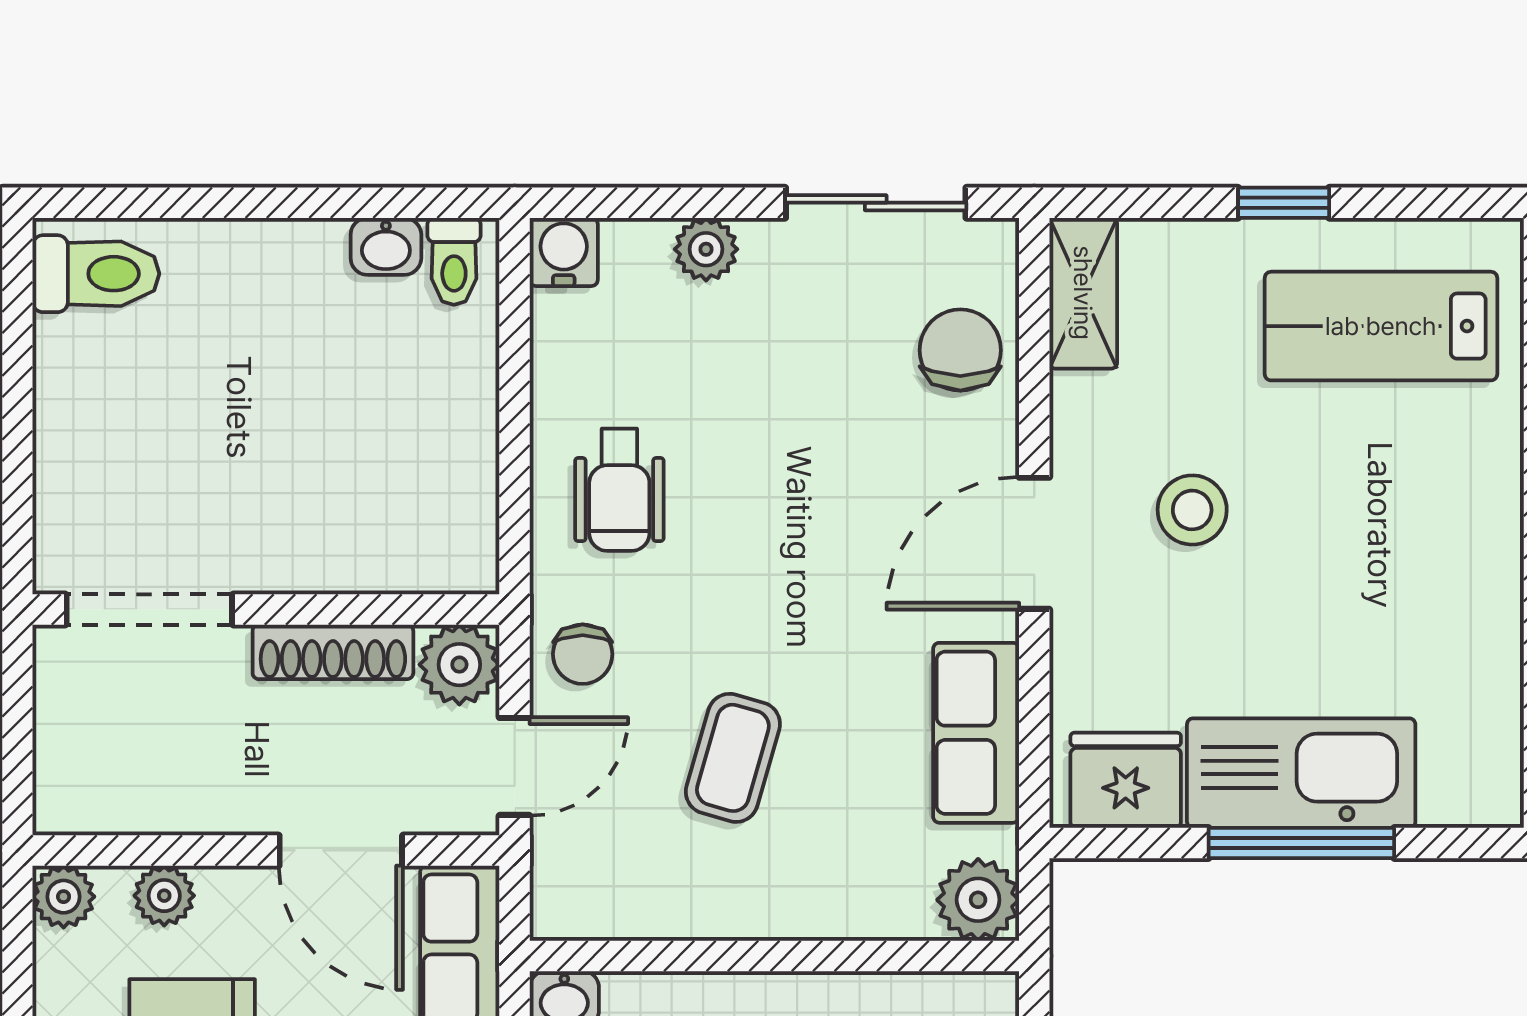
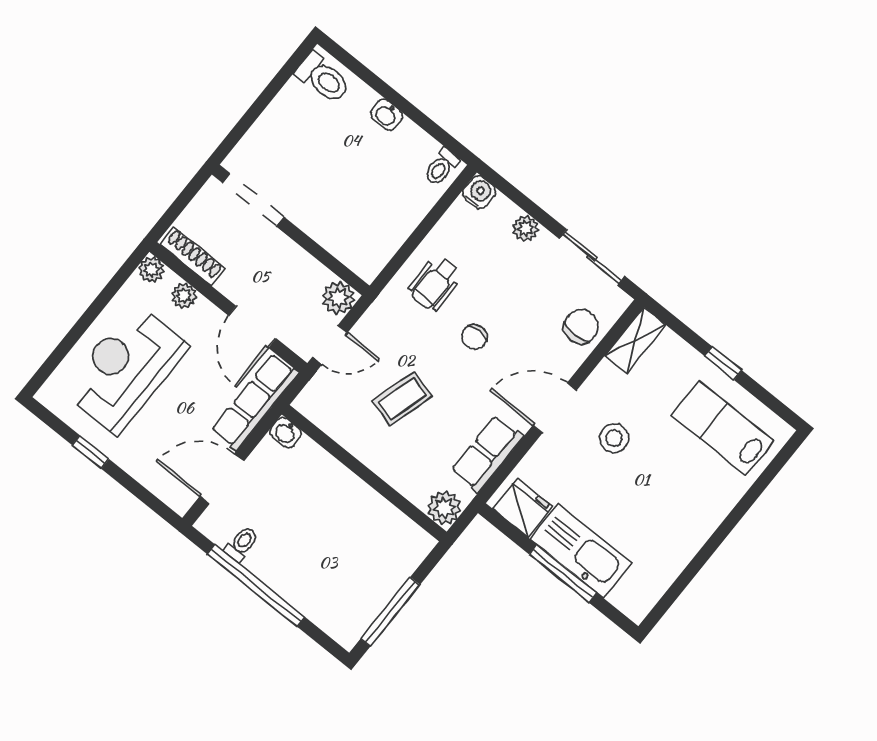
washbasin: (386, 246) -> (387, 115), moved
shoe rack: (333, 652) -> (193, 256), moved, turned 180
chair: (583, 654) -> (474, 337), moved

